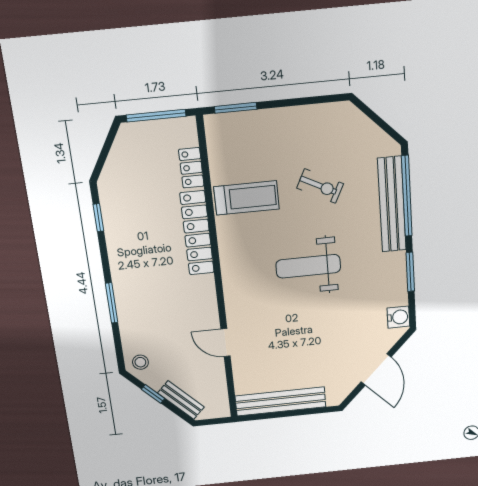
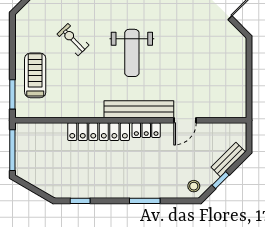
locker: (191, 168) -> (146, 130), moved
exercise bike: (320, 186) -> (73, 40), turned -71
treadmill: (247, 198) -> (35, 75), moved
bench: (281, 401) -> (139, 109), moved, turned 90

